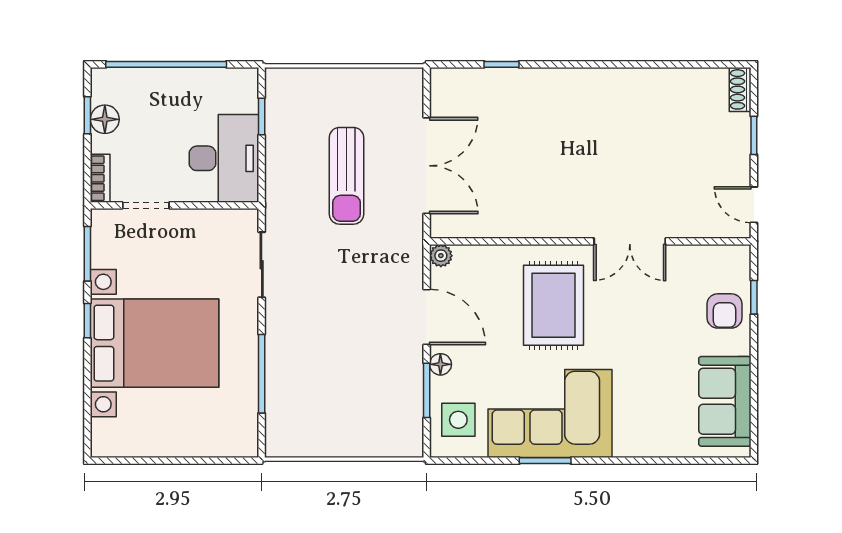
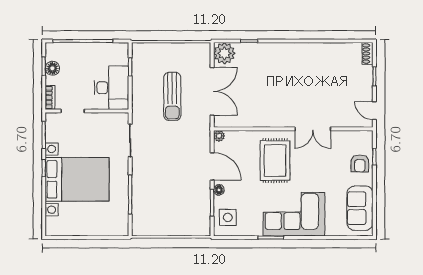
plant: (451, 89) -> (224, 53), added
corner sofa: (550, 413) -> (294, 214), moved

